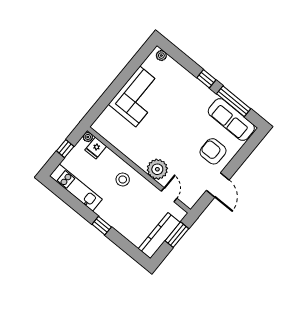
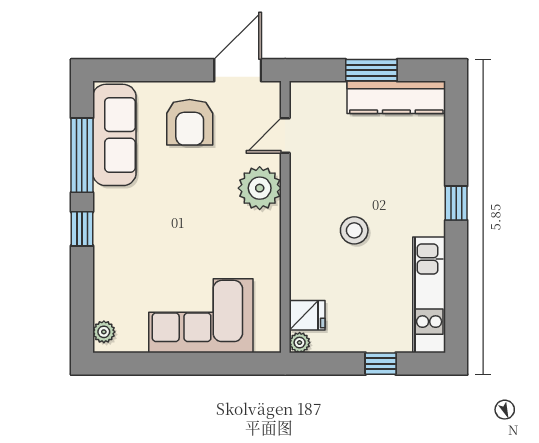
plant: (88, 137) -> (300, 343), moved
fridge: (96, 148) -> (307, 315), moved
plant: (157, 169) -> (260, 188), moved
wall: (139, 170) -> (285, 217), moved
door: (169, 195) -> (285, 136), moved

